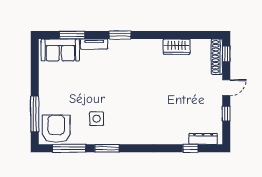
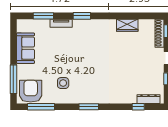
sofa: (60, 50) -> (25, 48), moved, turned -90
window: (107, 148) -> (89, 107), moved

